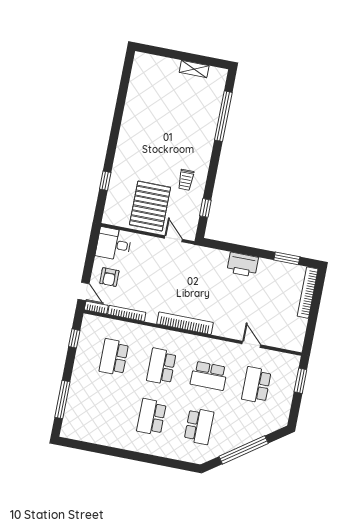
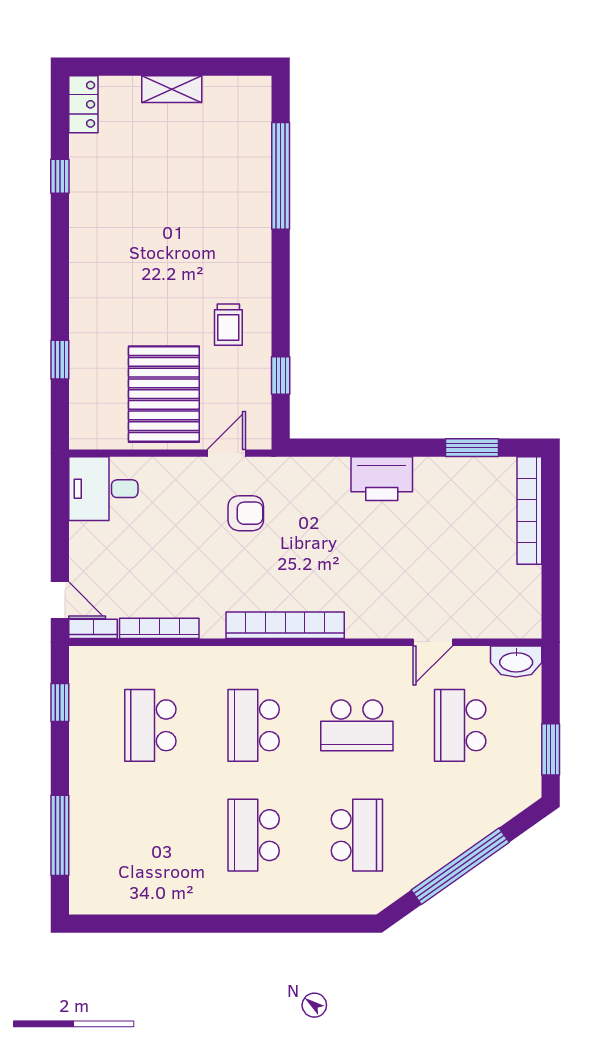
locker: (139, 65) -> (83, 104), added
shelving: (194, 69) -> (172, 89), moved
window: (122, 96) -> (60, 176), added
door: (173, 239) -> (226, 453), hinge flipped
armchair: (109, 277) -> (246, 513), moved, turned -90
door: (251, 344) -> (433, 642), swing flipped
washbasin: (288, 361) -> (516, 661), added
window: (300, 381) -> (551, 749), moved

